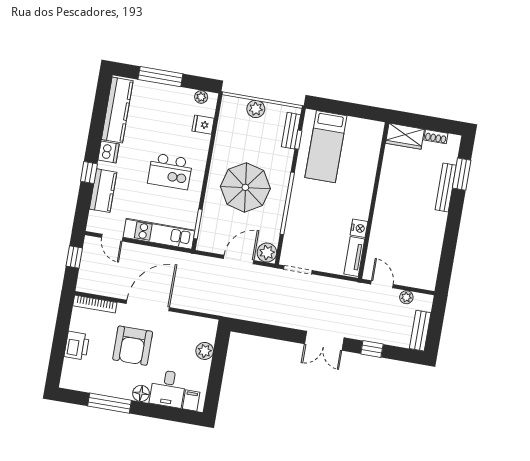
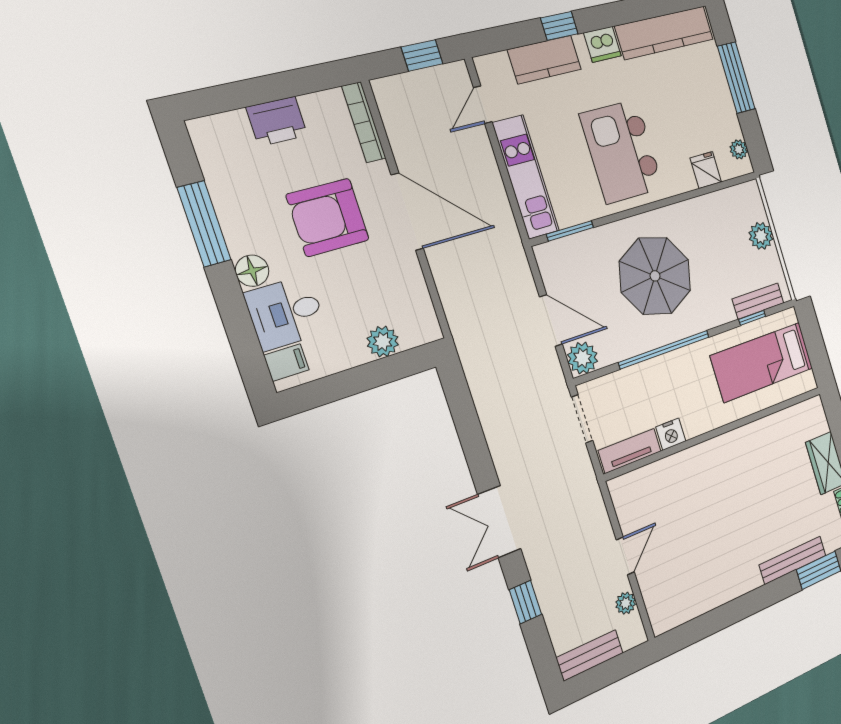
kitchen island: (170, 171) -> (622, 151), width x1.37, depth x1.28
wall: (373, 200) -> (717, 432), moved
nightstand: (359, 228) -> (671, 434), moved
tv unit: (354, 257) -> (630, 451), moved

